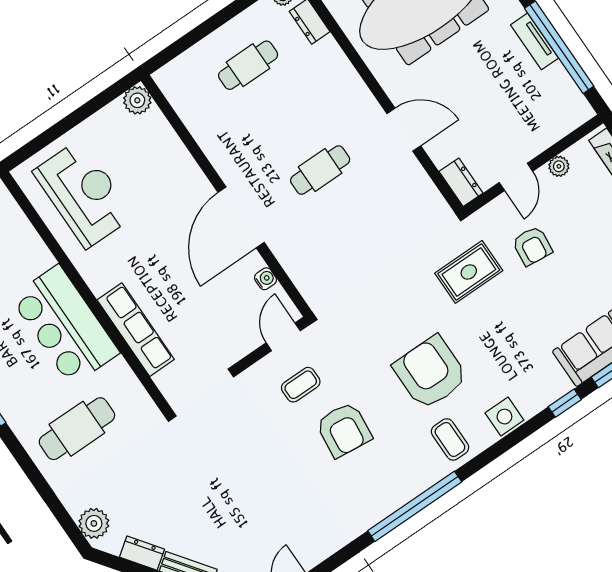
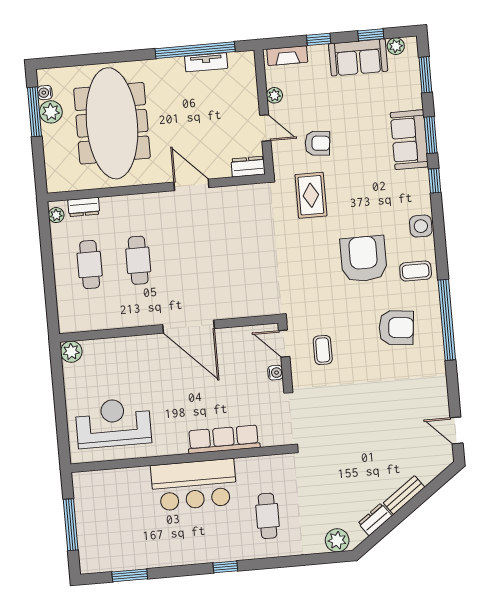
tv unit: (535, 41) -> (206, 62), moved
door: (404, 130) -> (191, 185), hinge flipped
cafe table: (320, 170) -> (138, 260), moved
water cooler: (265, 279) -> (275, 373), moved, turned 90
armchair: (430, 373) -> (364, 259), turned 90
cafe table: (77, 429) -> (268, 516), width x0.73, depth x0.74
armchair: (344, 430) -> (396, 328), moved

